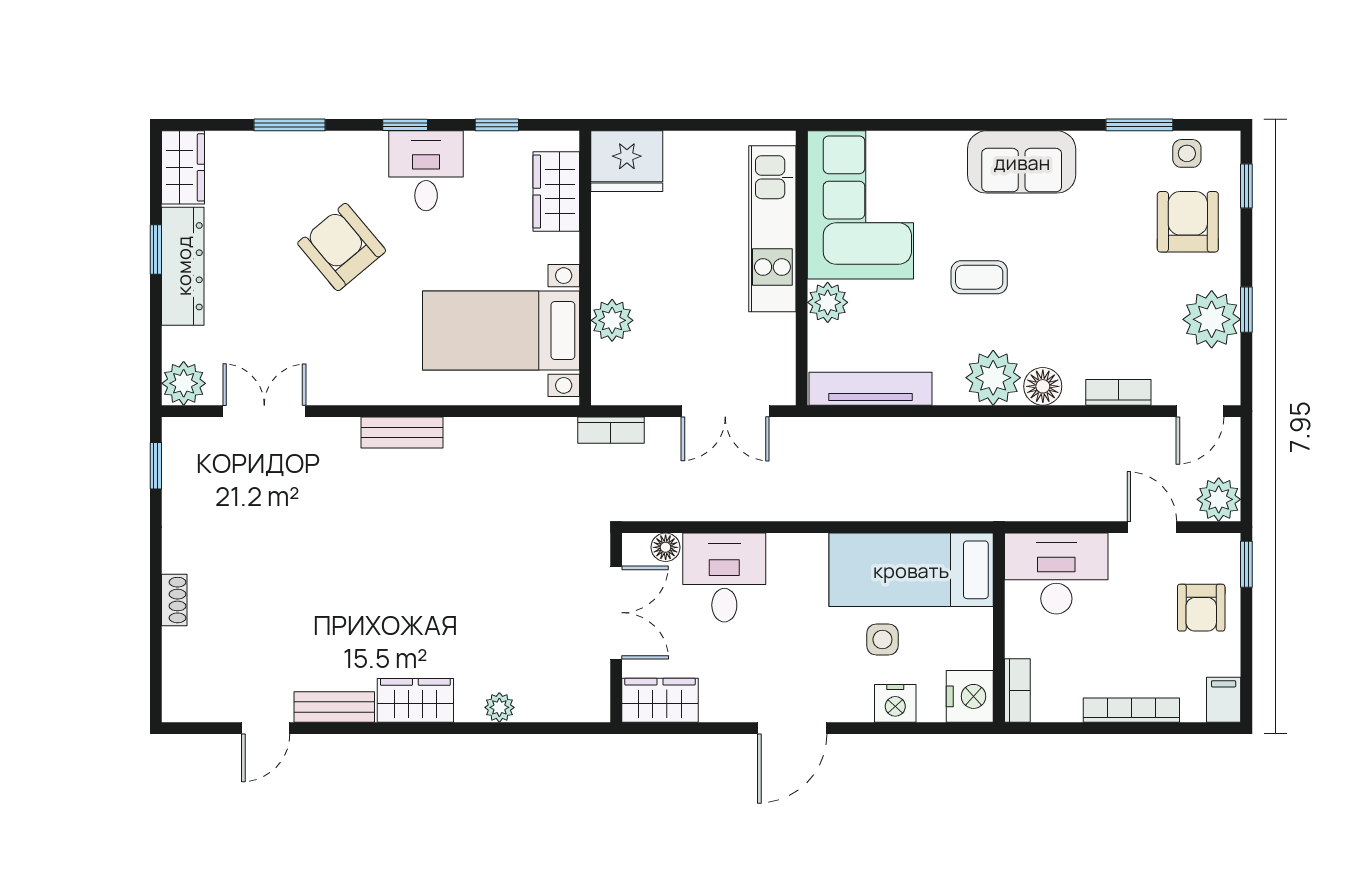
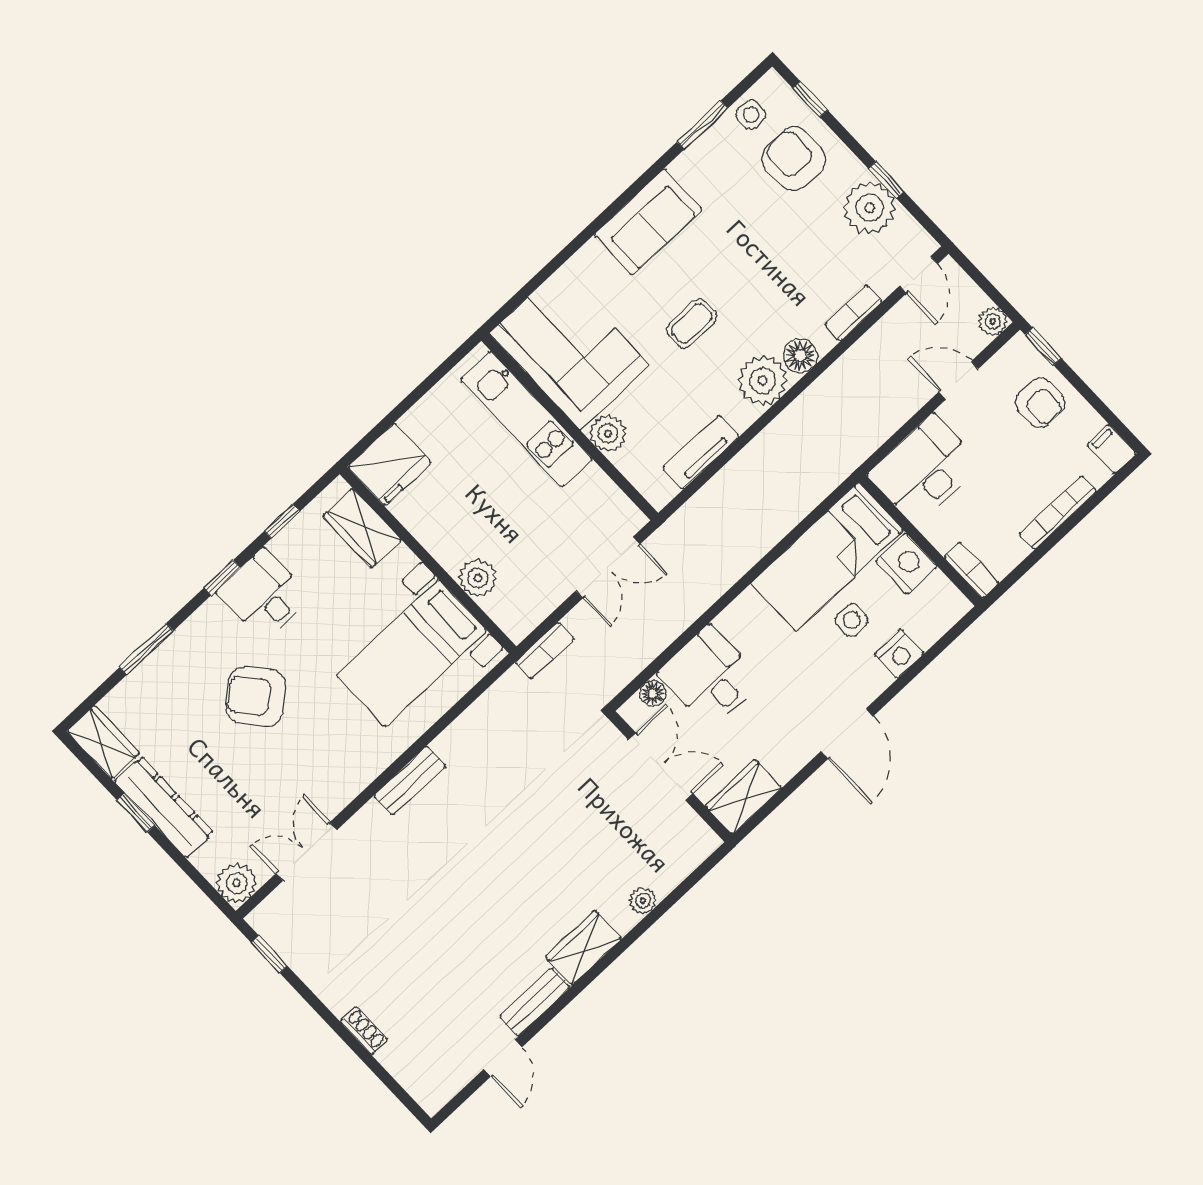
tv unit: (870, 389) -> (701, 452), width x0.71
plant: (1219, 499) -> (993, 321), width x0.73, depth x0.73
nightstand: (970, 696) -> (906, 564), moved

